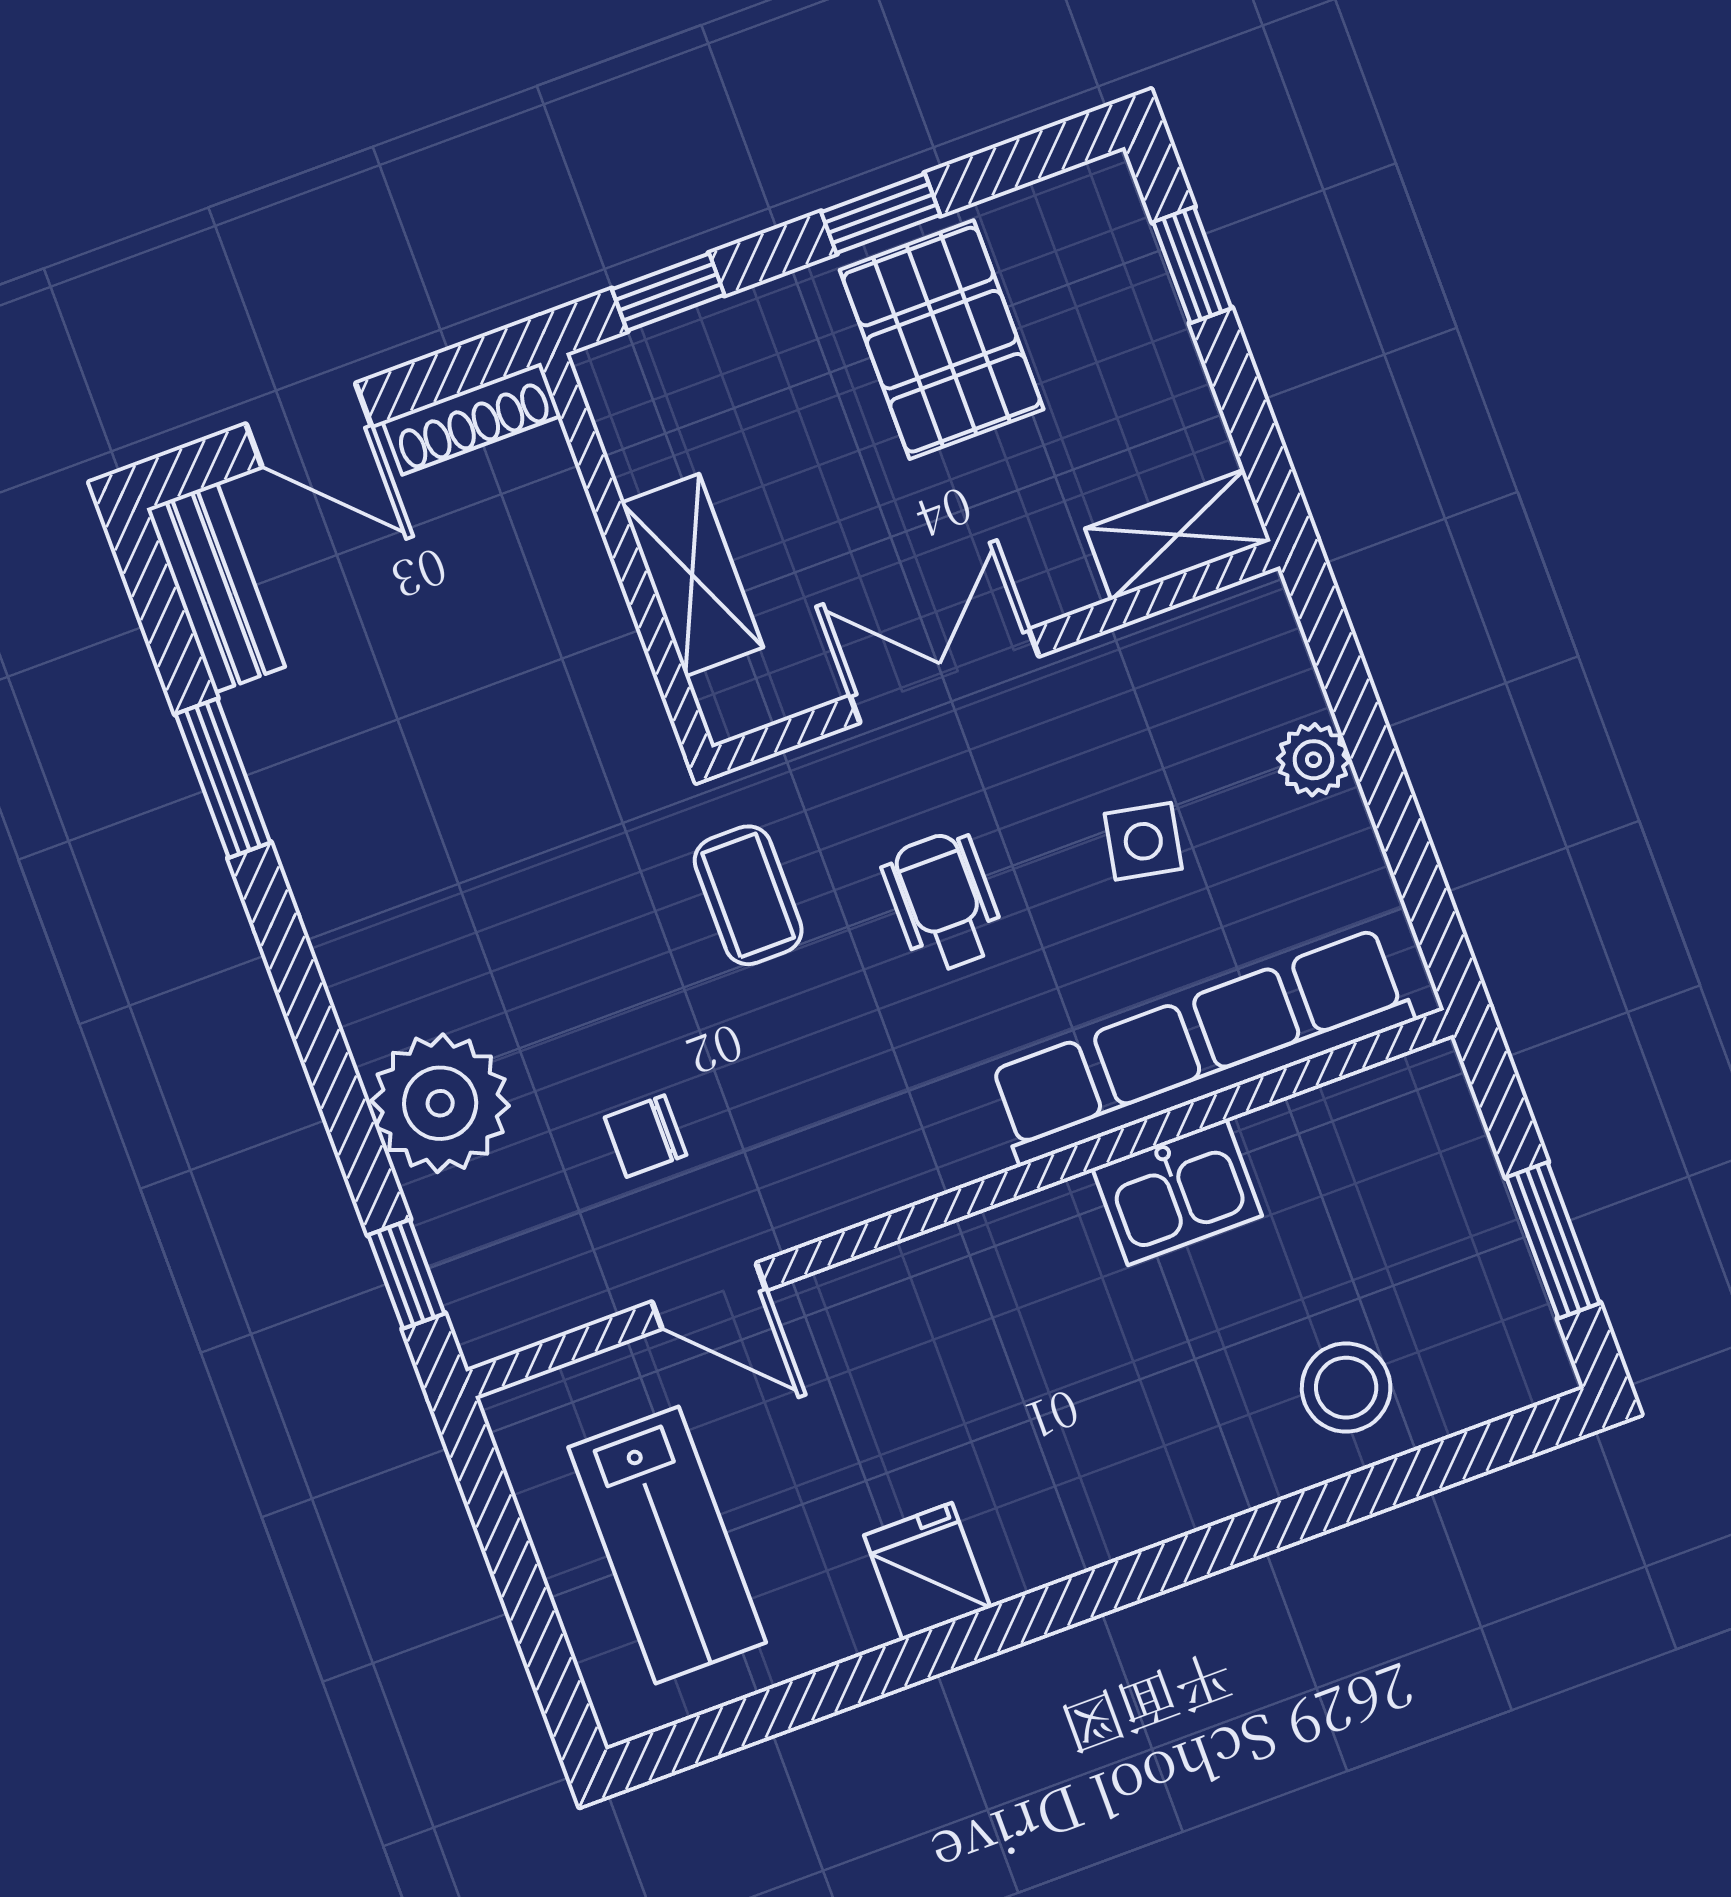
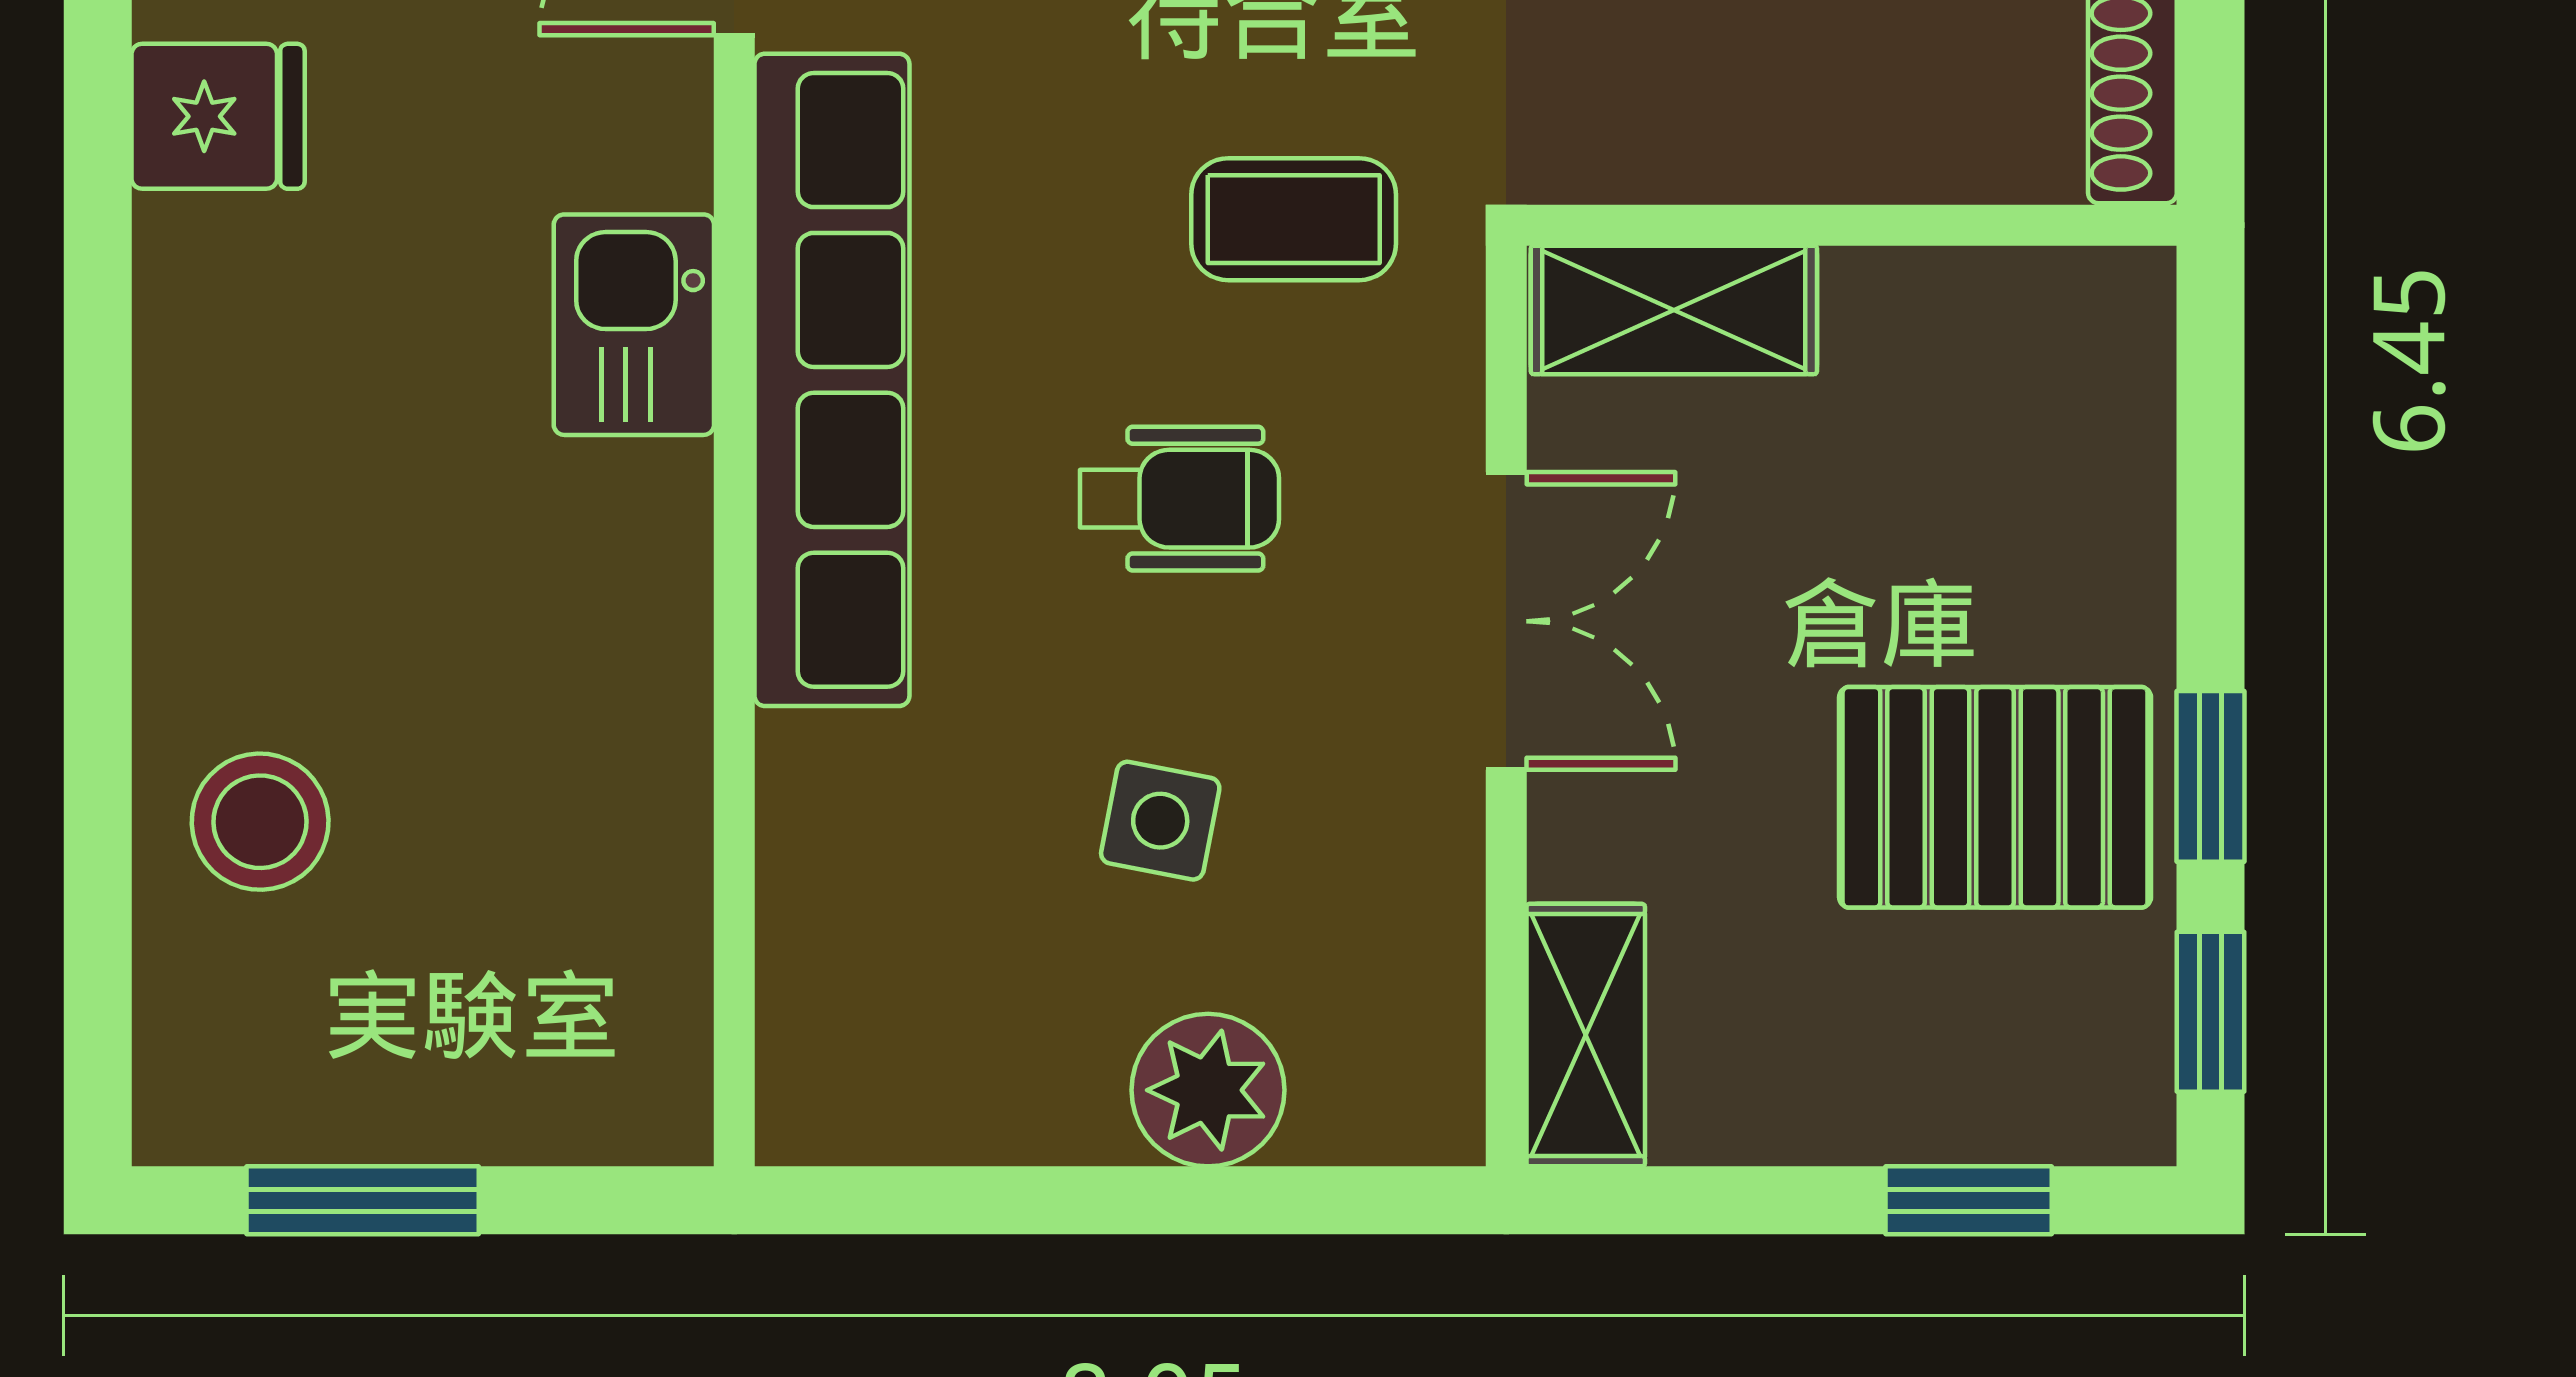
window: (668, 292) -> (2211, 1012), moved
shelving: (692, 575) -> (1674, 310), moved
plant: (1313, 760) -> (1208, 1090), width x1.38, depth x1.38
row of seats: (1201, 1047) -> (832, 380), moved
kitchen sink: (1177, 1192) -> (634, 325), moved

